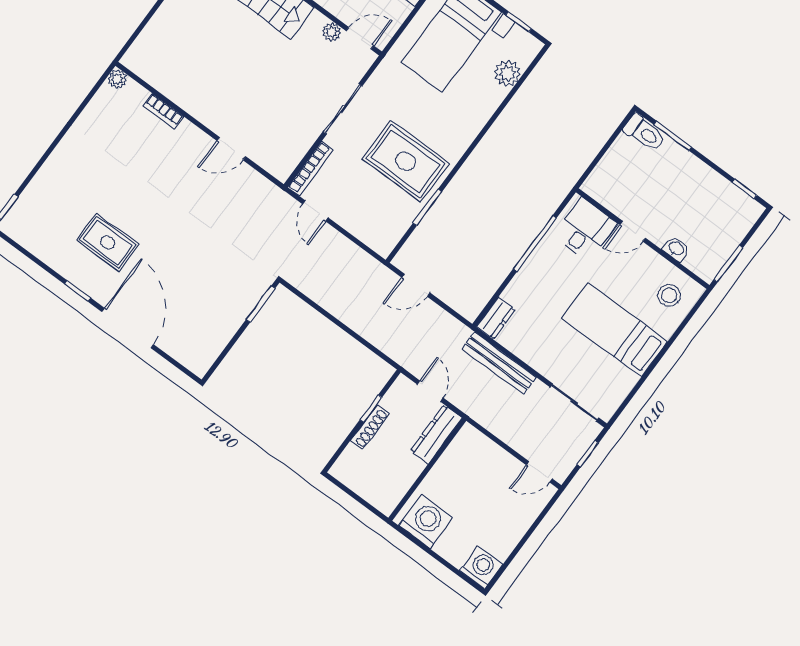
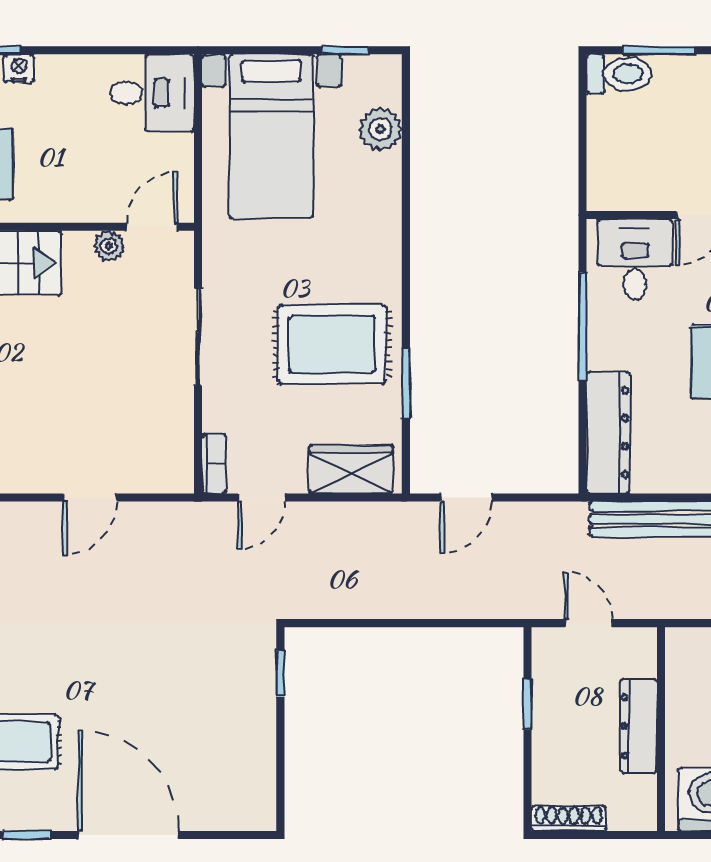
bookcase: (311, 169) -> (214, 463), width x0.64
door: (315, 211) -> (262, 498), hinge flipped
wardrobe: (370, 230) -> (351, 469), added
window: (261, 304) -> (280, 674), width x0.67
dresser: (496, 318) -> (608, 433), width x1.96, depth x1.24
shoe rack: (370, 427) -> (569, 818), moved, turned -90
dresser: (436, 434) -> (639, 726), moved

